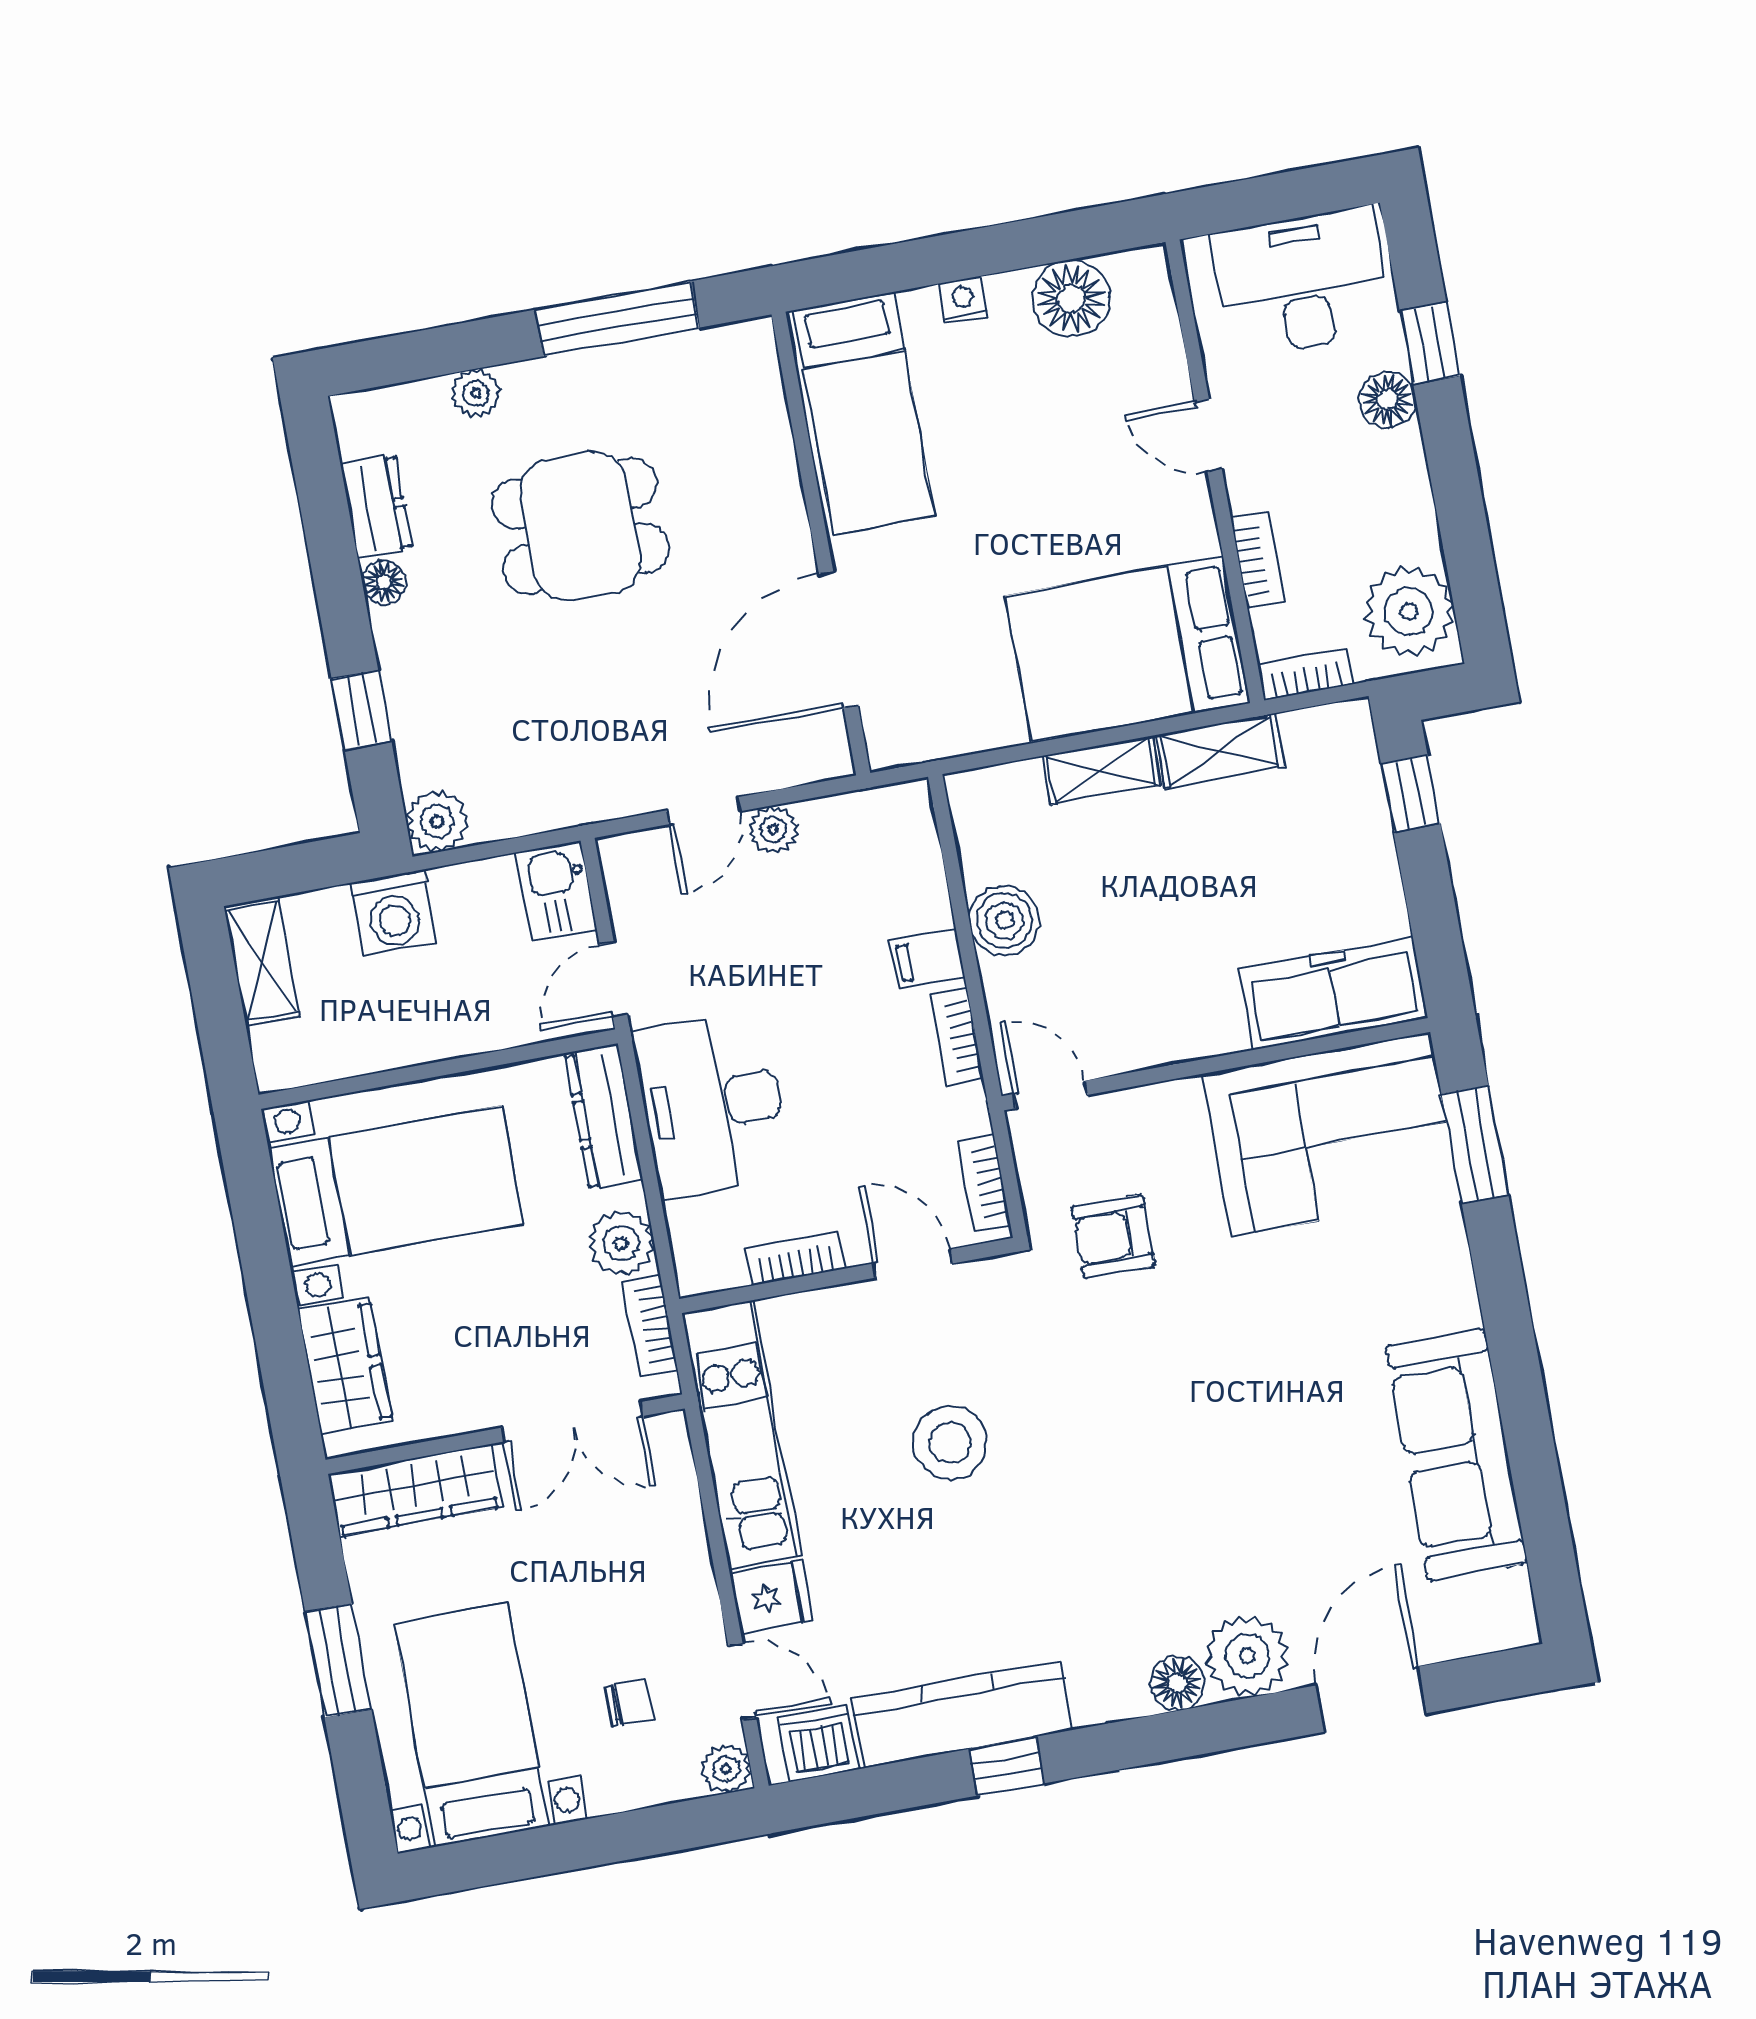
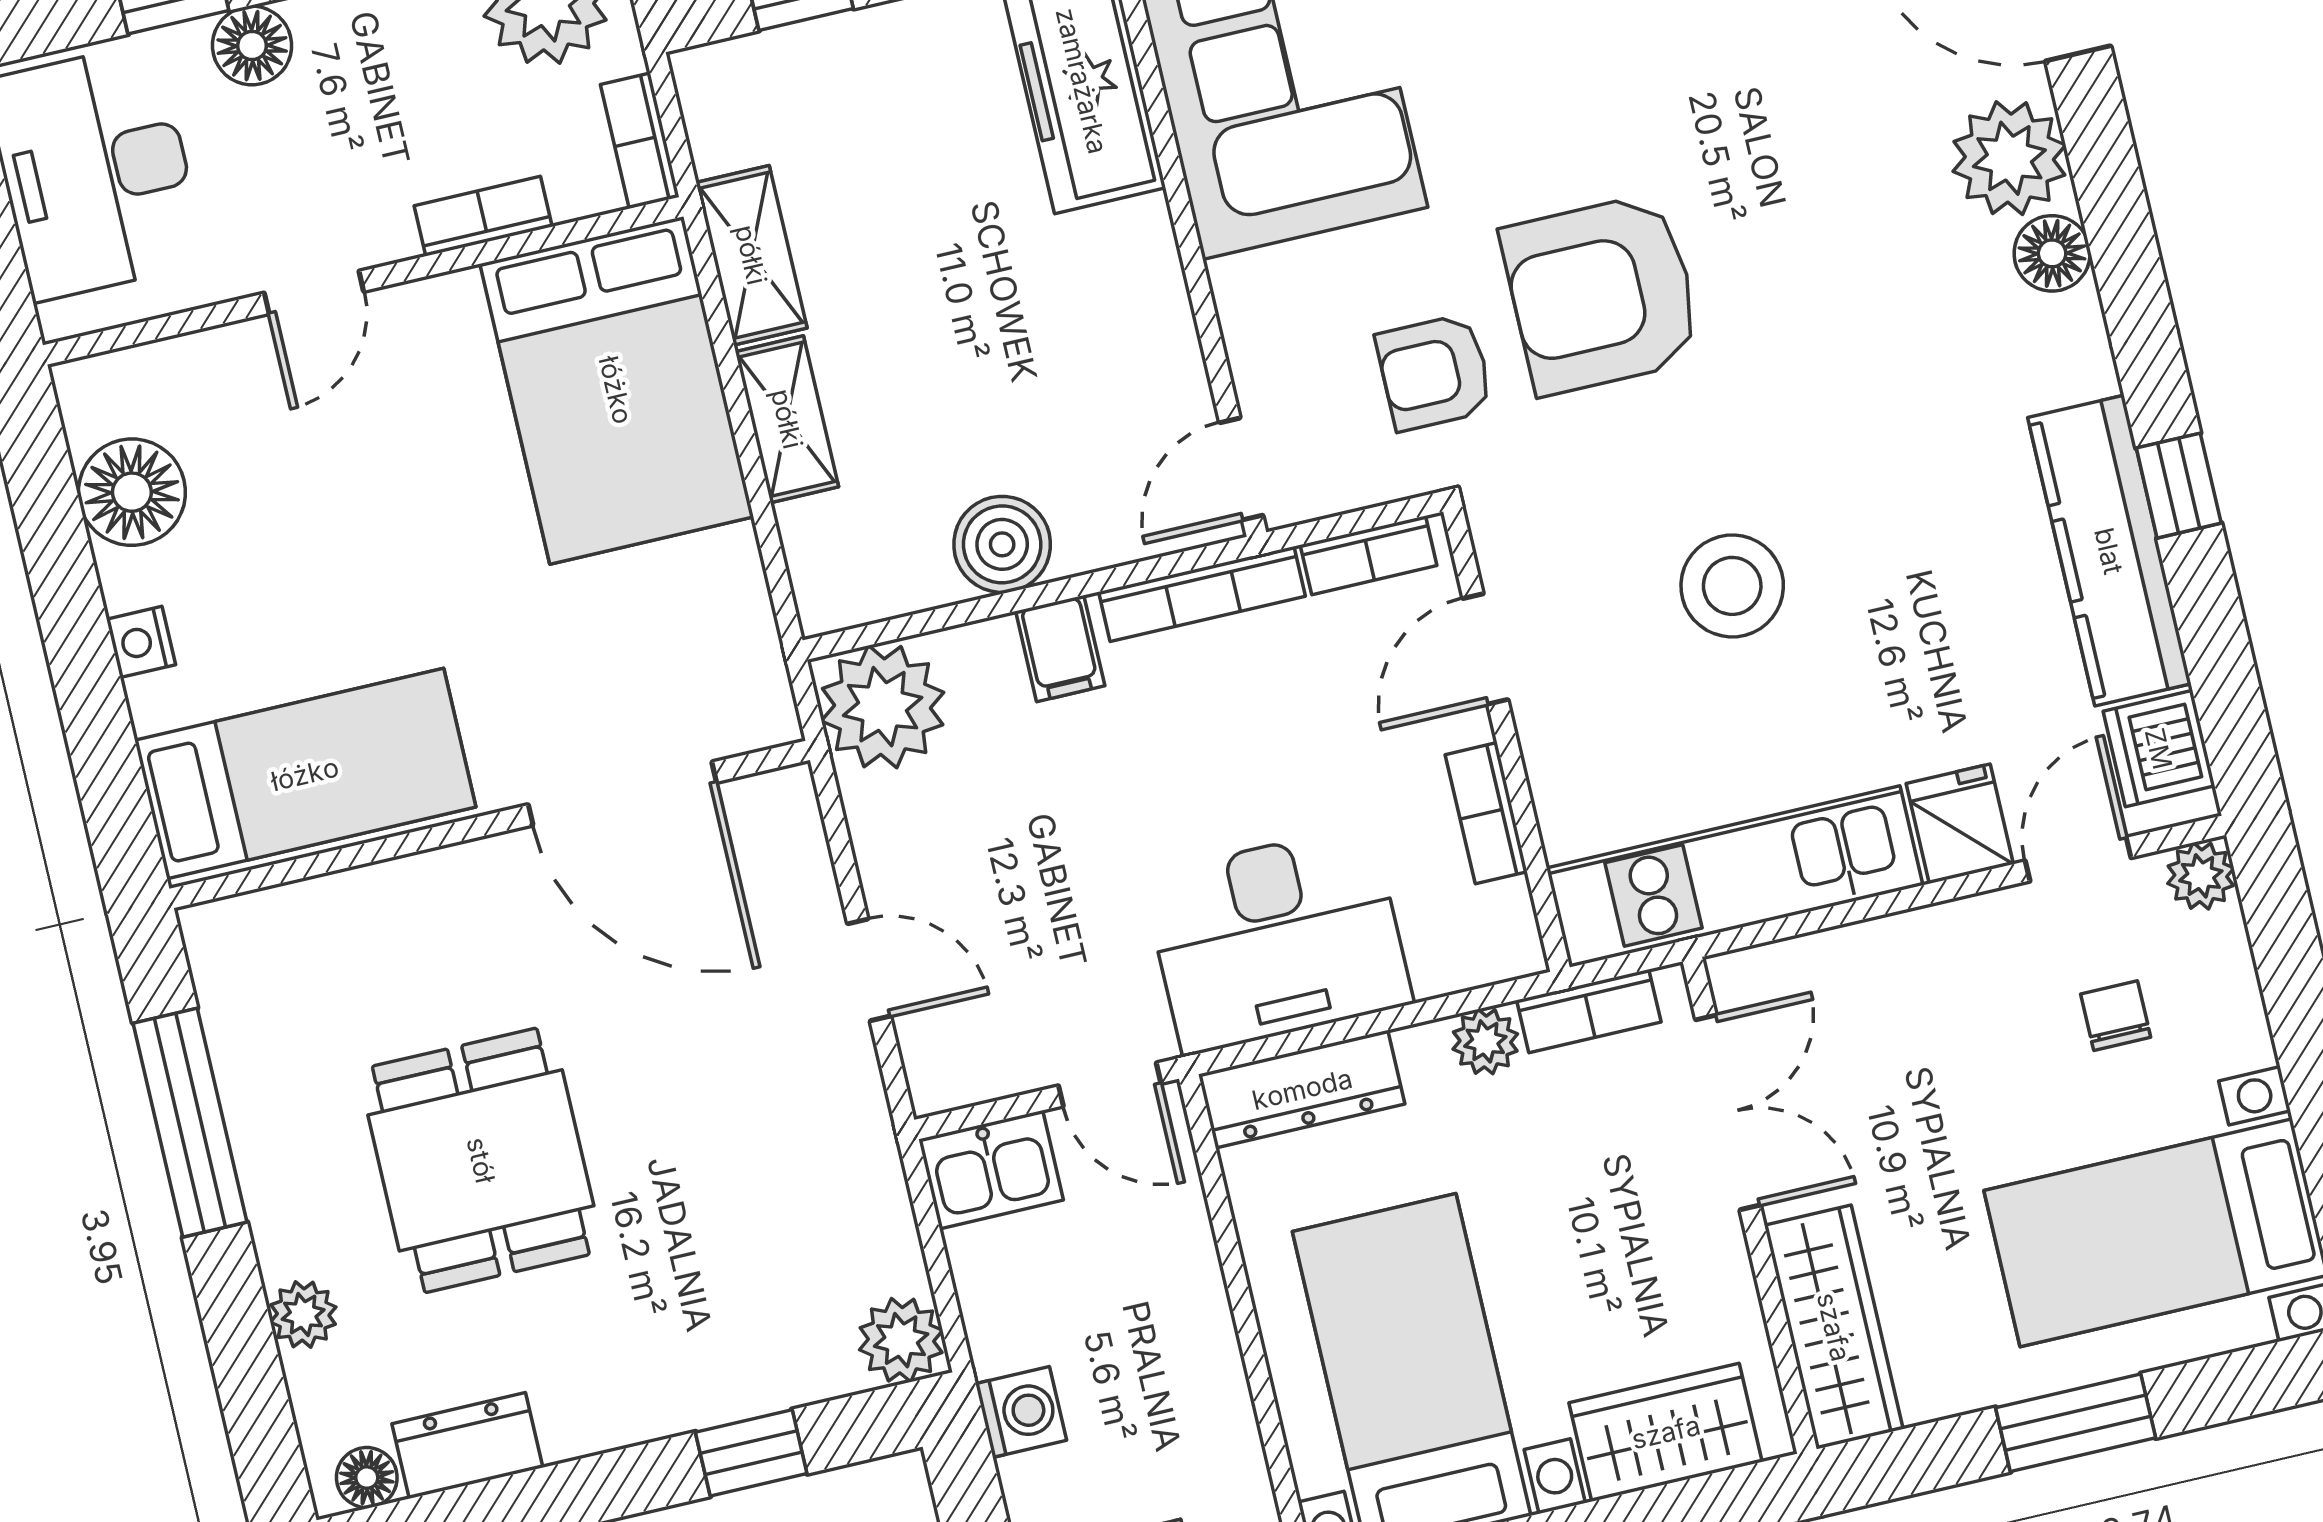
floor lamp: (384, 582) -> (367, 1478), moved
plant: (773, 830) -> (883, 707), moved, width x1.88, depth x1.88
washing machine: (394, 913) -> (1021, 1412), width x0.73, depth x0.73
bookcase: (957, 1037) -> (1202, 594), width x1.56
armchair: (1113, 1236) -> (1434, 372), turned 90
plant: (621, 1243) -> (1485, 1041), width x0.73, depth x0.73
armchair: (1164, 1359) -> (1602, 294), added

